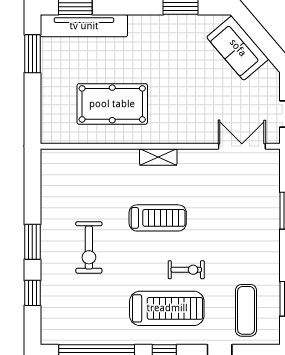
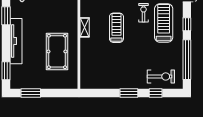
tv unit: (84, 26) -> (16, 41), moved
exercise bike: (89, 248) -> (161, 76), moved

